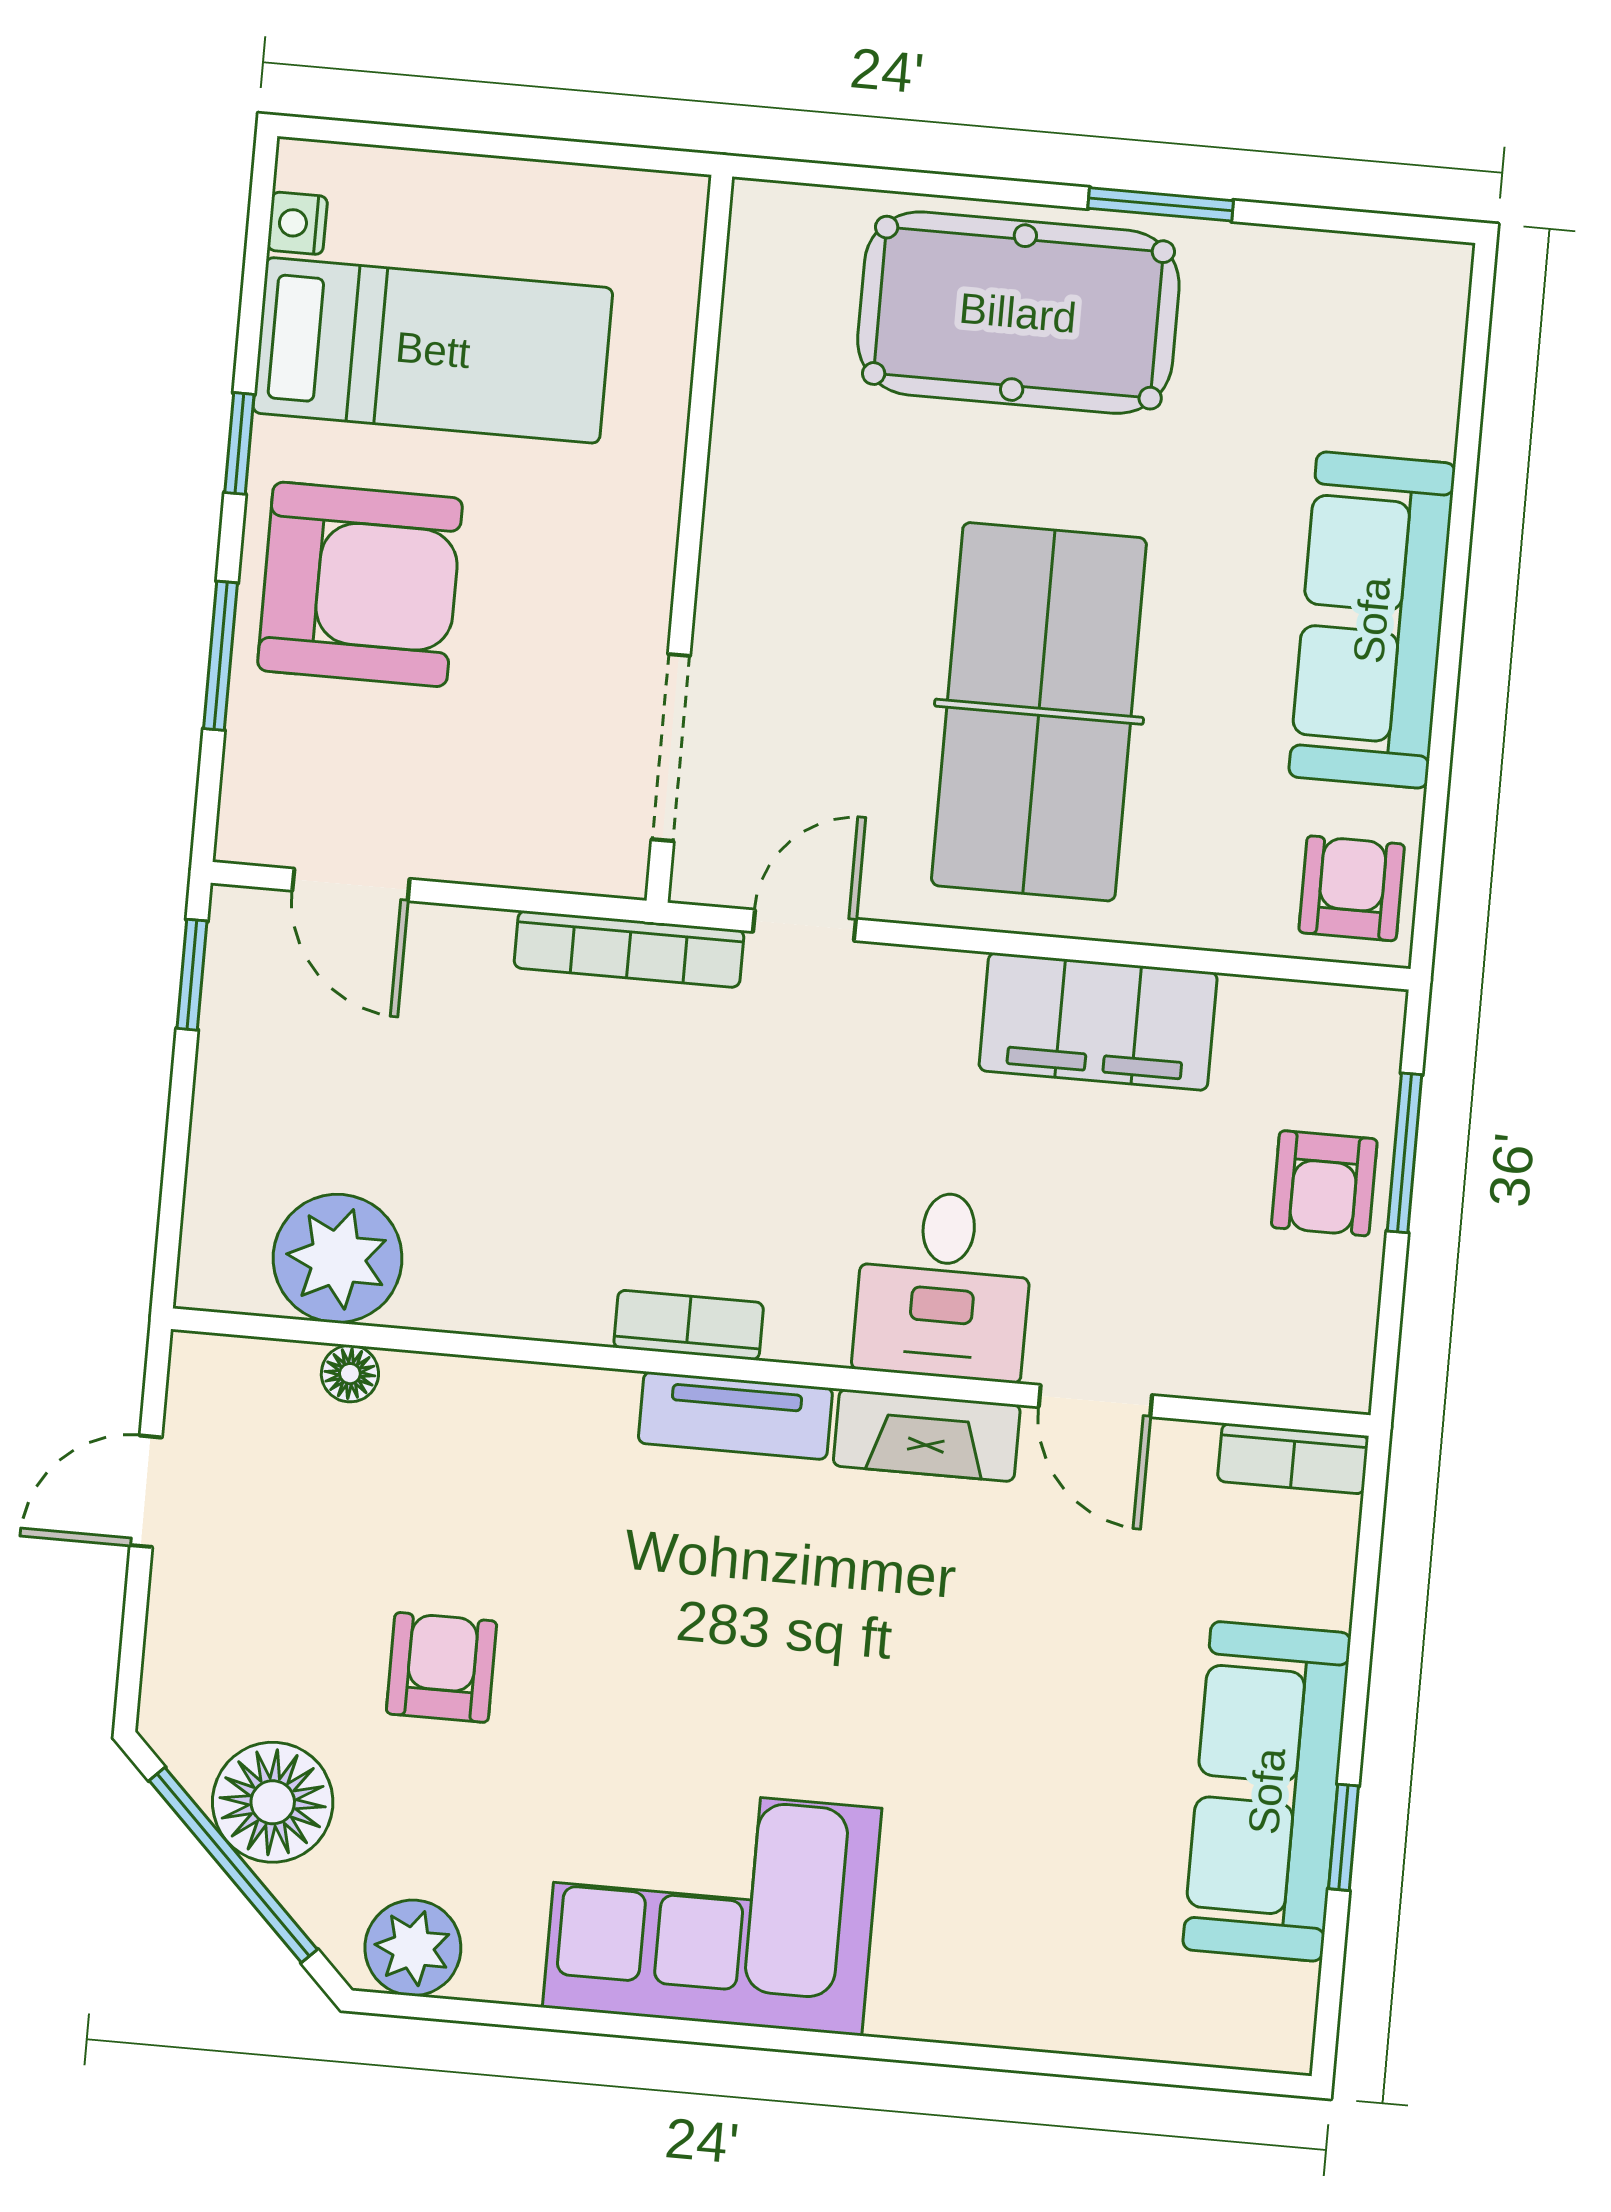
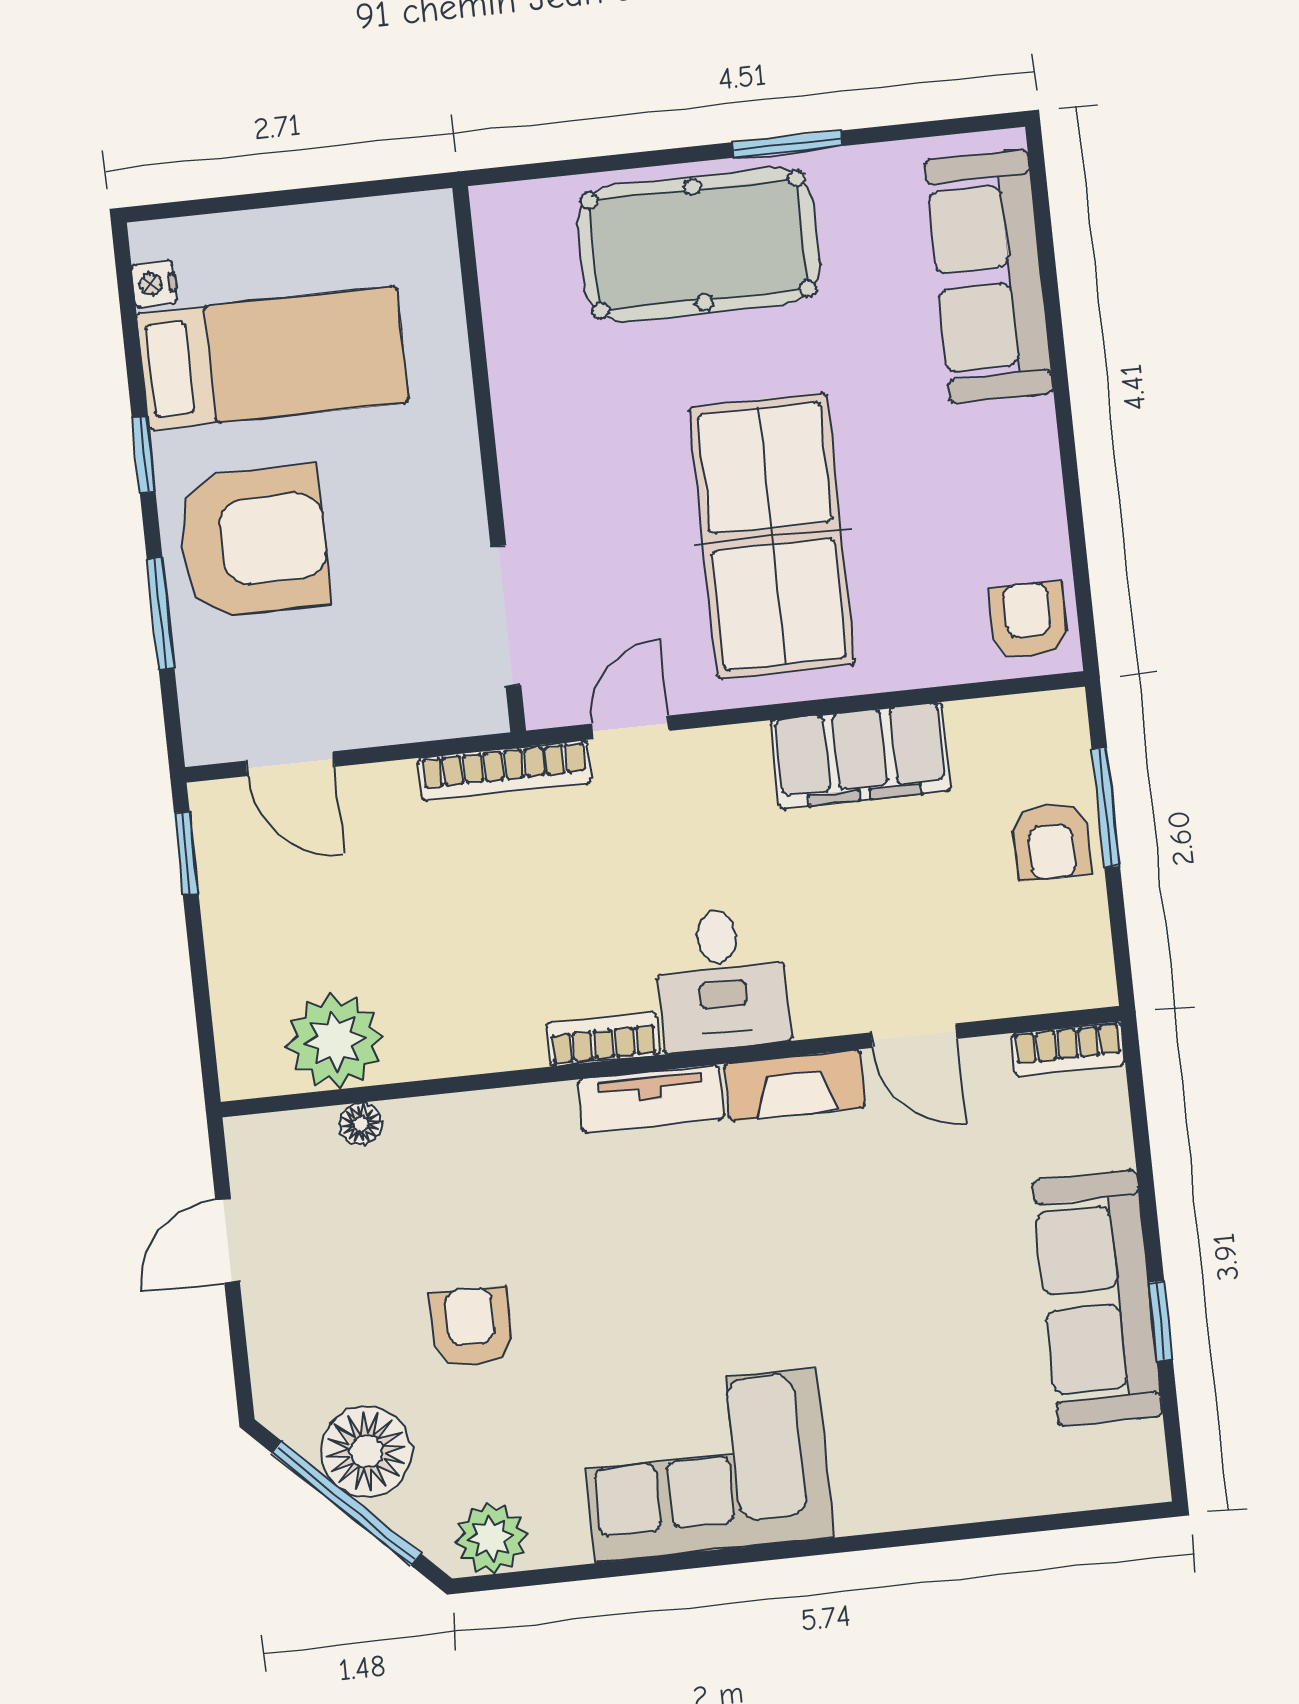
sofa: (1372, 620) -> (989, 277), moved
desk: (944, 1285) -> (721, 979), moved

